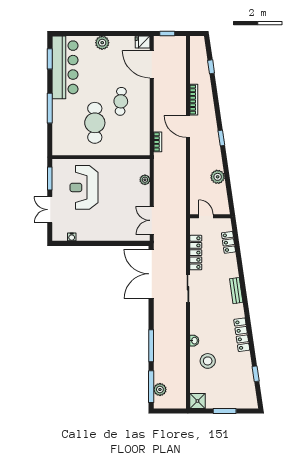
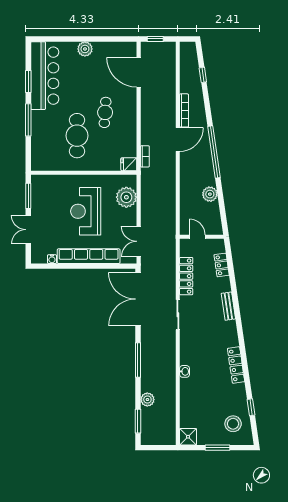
fridge: (143, 42) -> (129, 164), moved
window: (50, 59) -> (28, 82), moved
door: (188, 126) -> (178, 140), swing flipped
window: (221, 138) -> (214, 152), width x3.17
plant: (145, 180) -> (126, 197), width x1.88, depth x1.88
reception desk: (84, 187) -> (86, 211), moved
row of seats: (106, 234) -> (89, 256), added
bench: (236, 291) -> (228, 306), moved
window: (151, 346) -> (138, 360), moved
stool: (208, 361) -> (233, 424), moved
window: (151, 387) -> (138, 421), width x0.69
plant: (160, 389) -> (147, 400), moved

